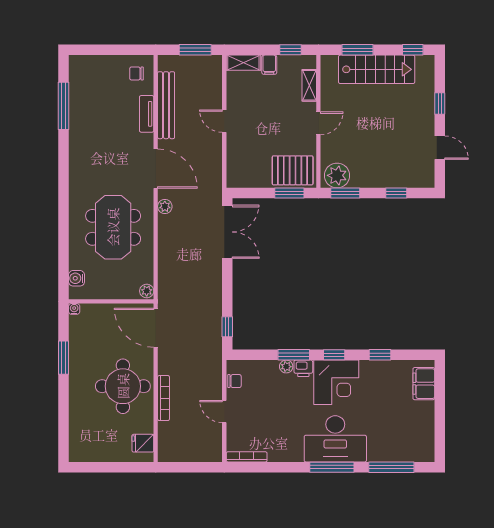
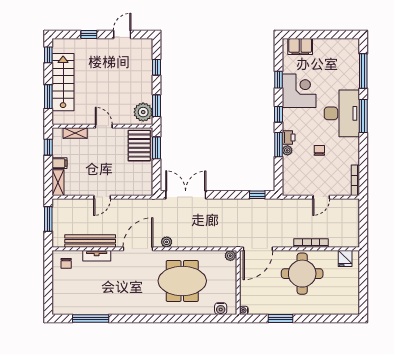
chair: (234, 381) -> (319, 150), moved
corner desk: (336, 382) -> (299, 91), moved

